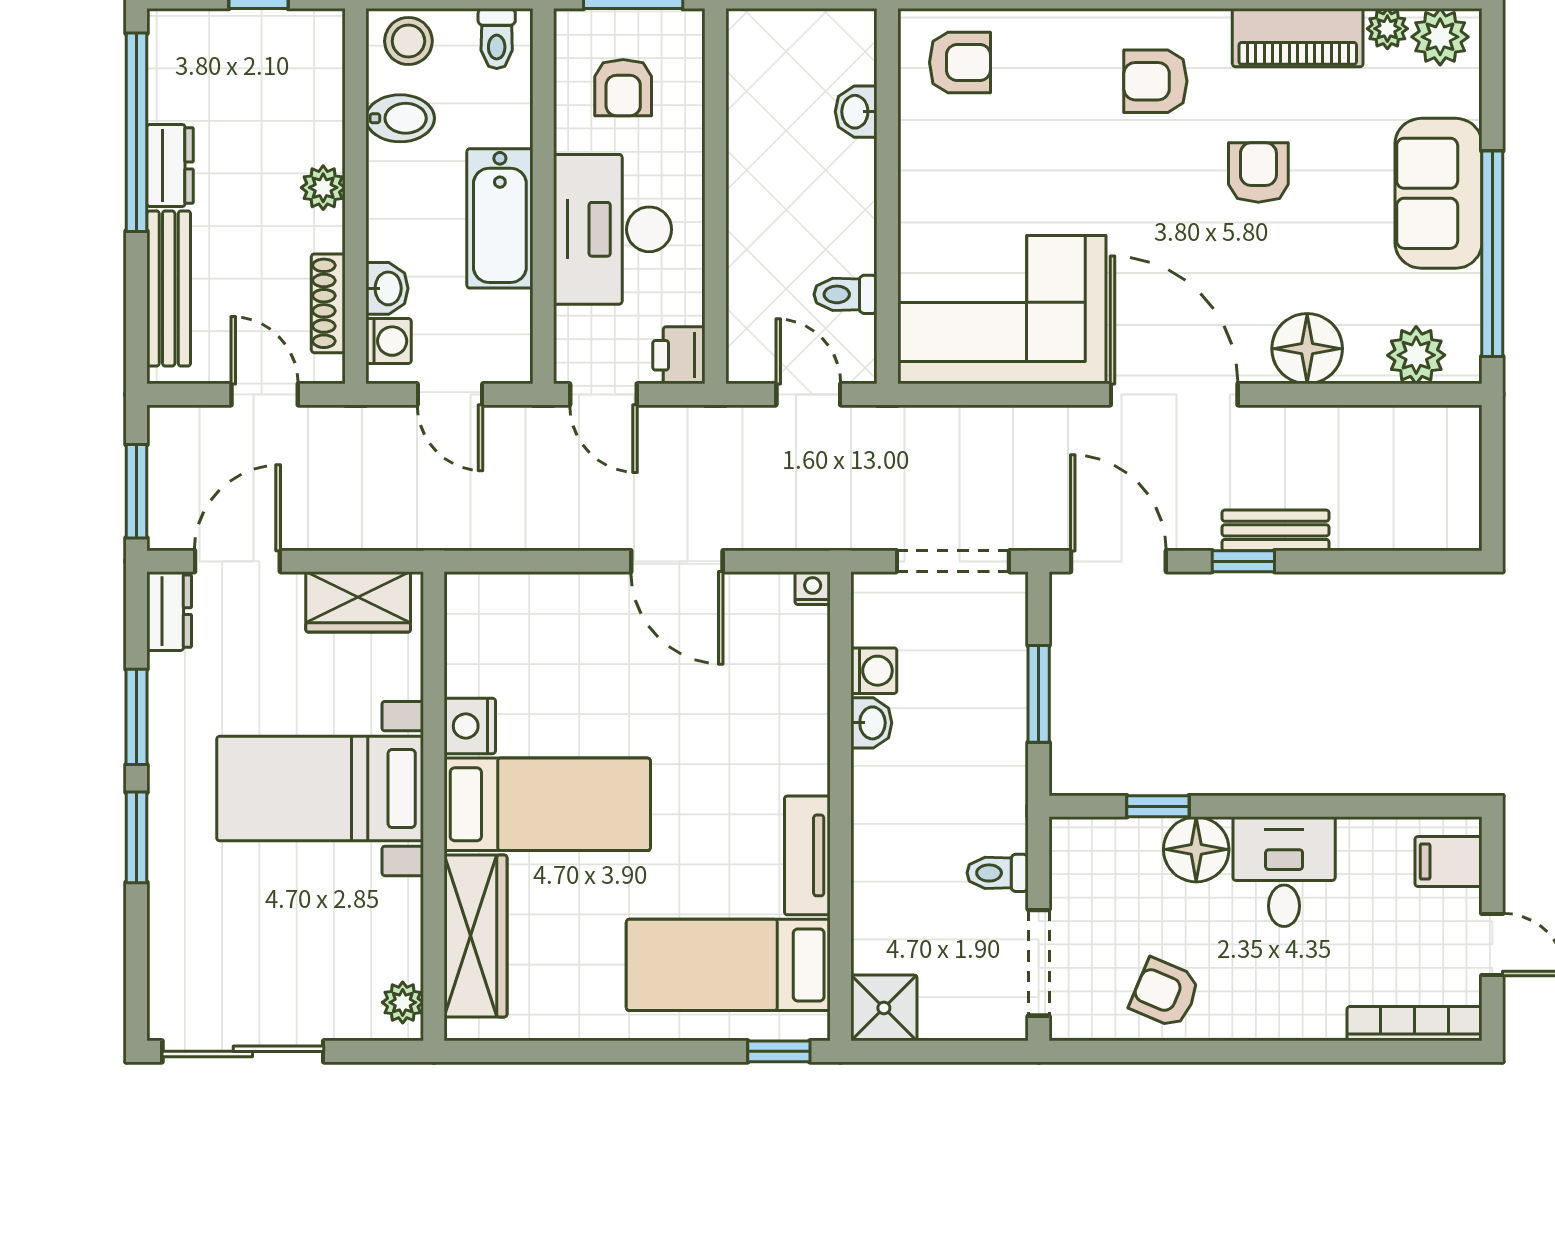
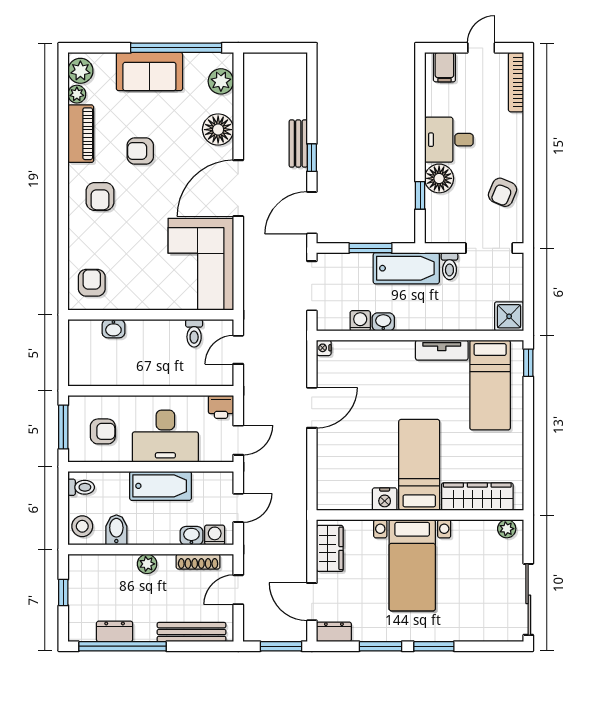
dresser: (170, 165) -> (115, 631), moved
bathtub: (993, 775) -> (406, 268), added

